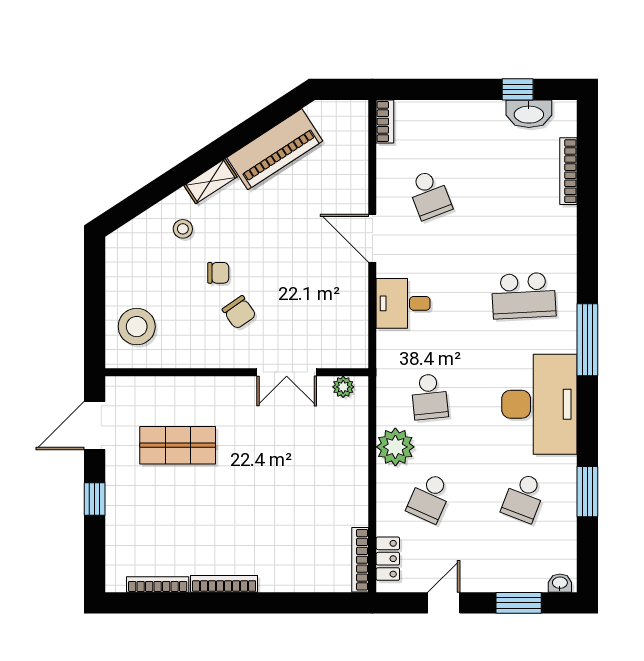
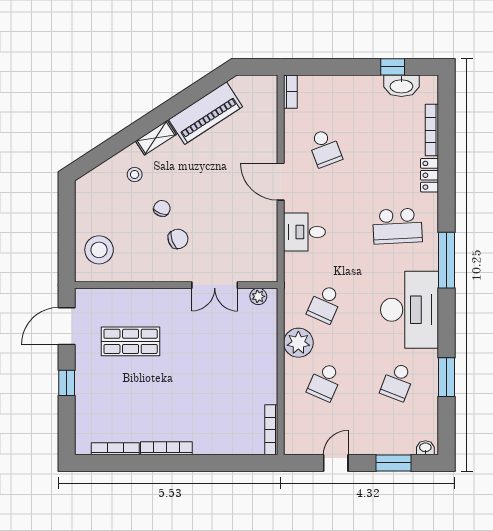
chair: (218, 273) -> (162, 208), turned -70
chair: (239, 312) -> (178, 239), turned -75
school desk: (430, 397) -> (325, 304), turned 30
locker: (388, 559) -> (430, 175), moved, turned 180

